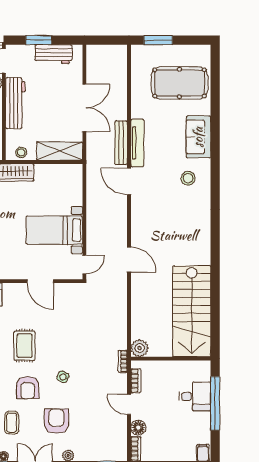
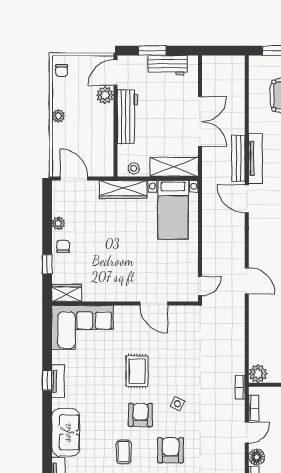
bed with nightstands: (54, 230) -> (173, 210), moved, turned -90
armchair: (28, 388) -> (141, 415), turned 180
door: (129, 404) -> (247, 433), swing flipped

